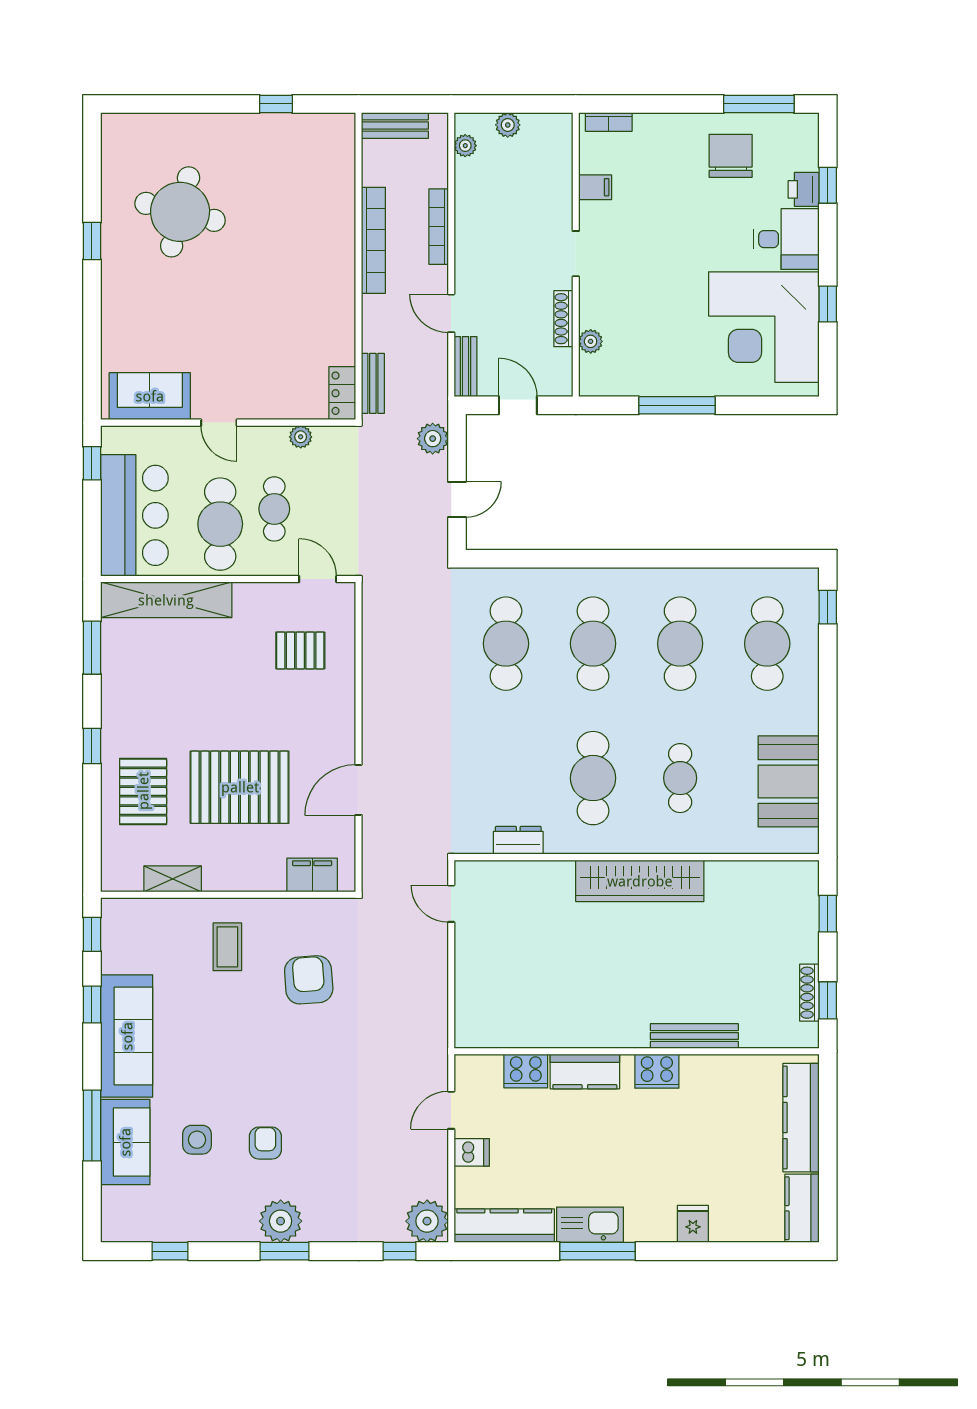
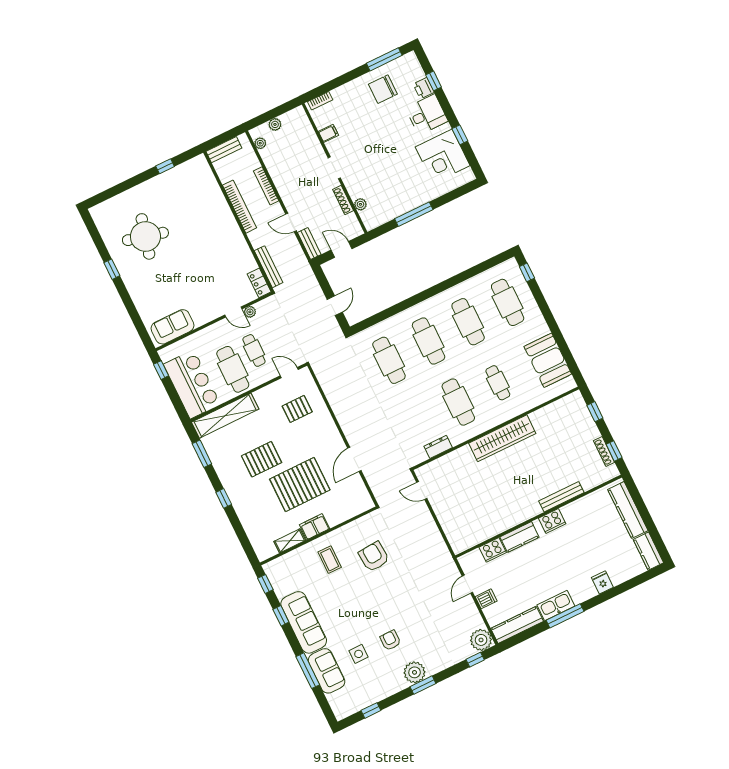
chair: (731, 156) -> (383, 89), turned -90
corner desk: (764, 327) -> (443, 156), width x0.74, depth x0.74
bench: (373, 383) -> (269, 267), width x1.36
door: (219, 423) -> (233, 312), moved
plant: (433, 439) -> (310, 283), removed
pallet: (143, 791) -> (262, 459), moved, turned 90
filing cabinet: (312, 875) -> (314, 527), moved

